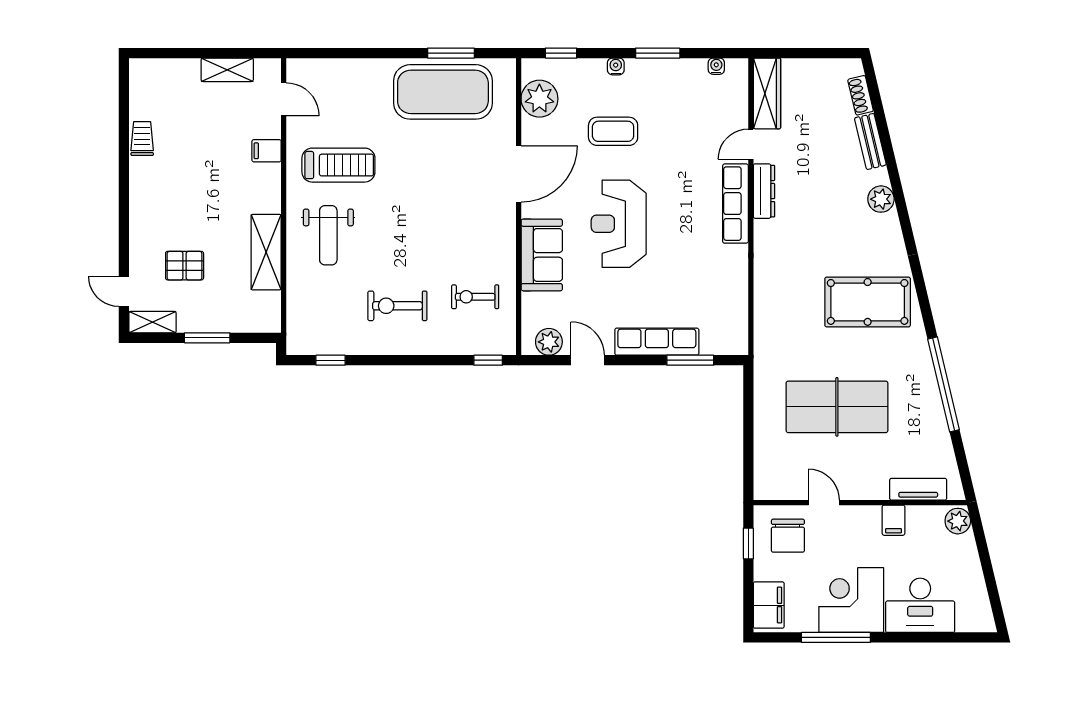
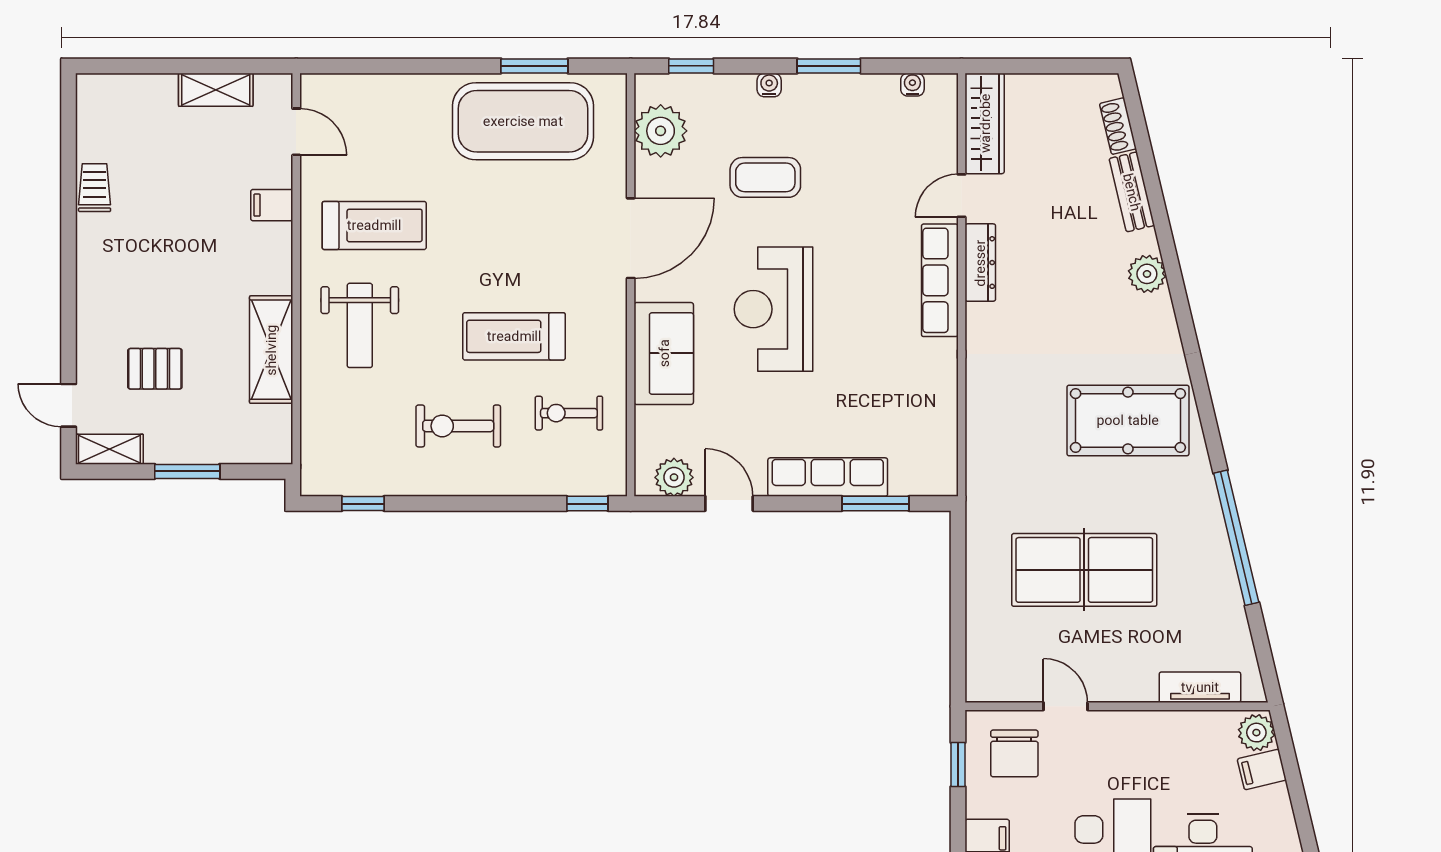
treadmill: (437, 243) -> (514, 336), added
filing cabinet: (893, 520) -> (1262, 769), moved, turned 77

